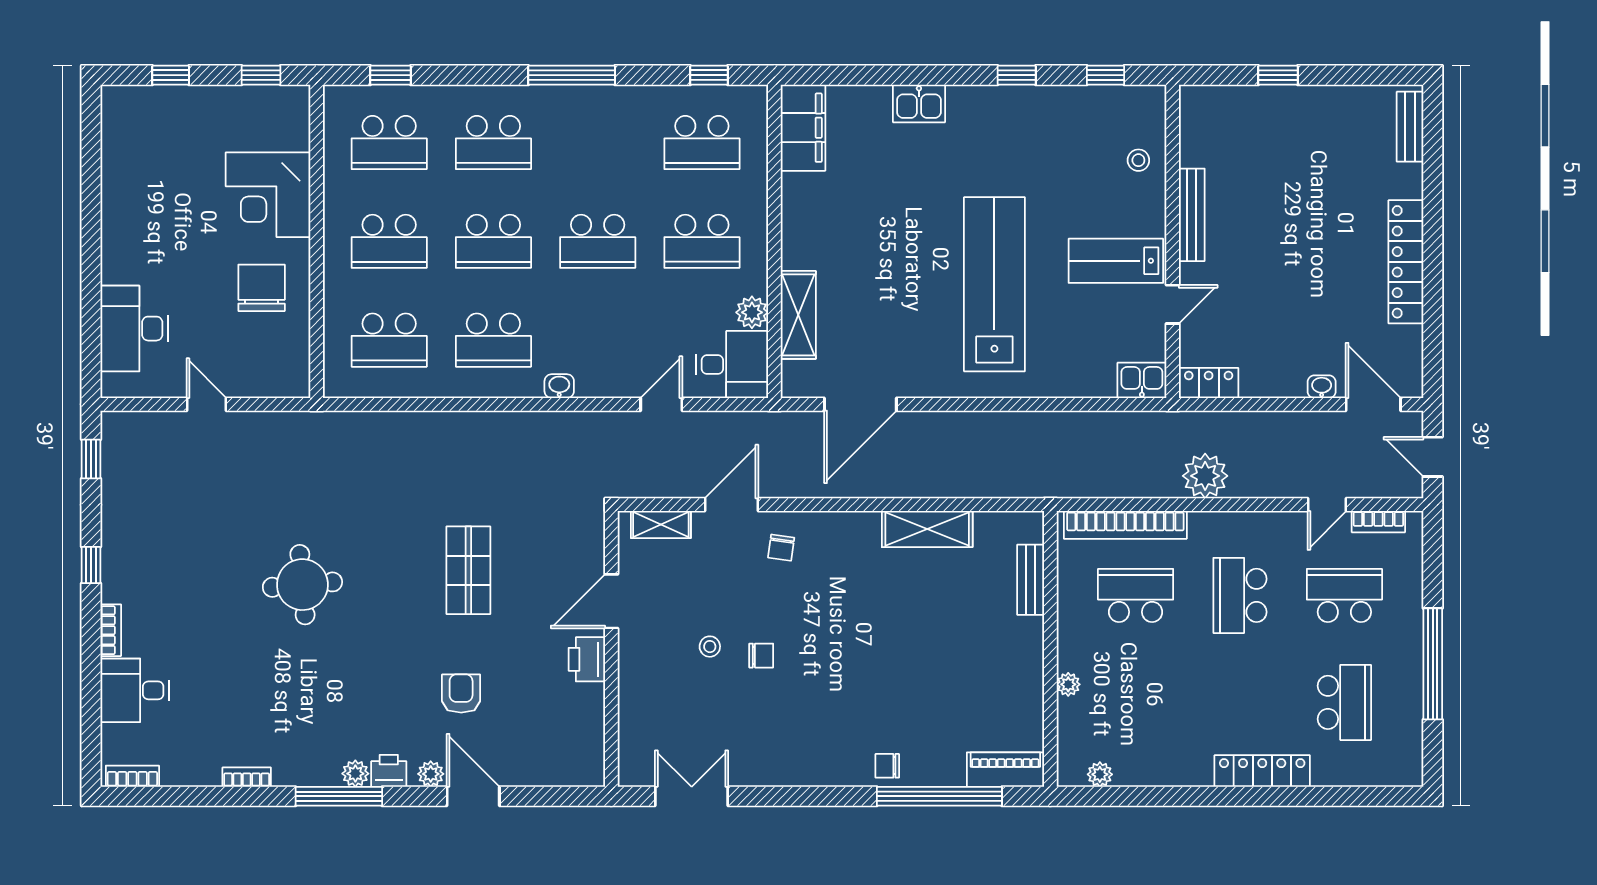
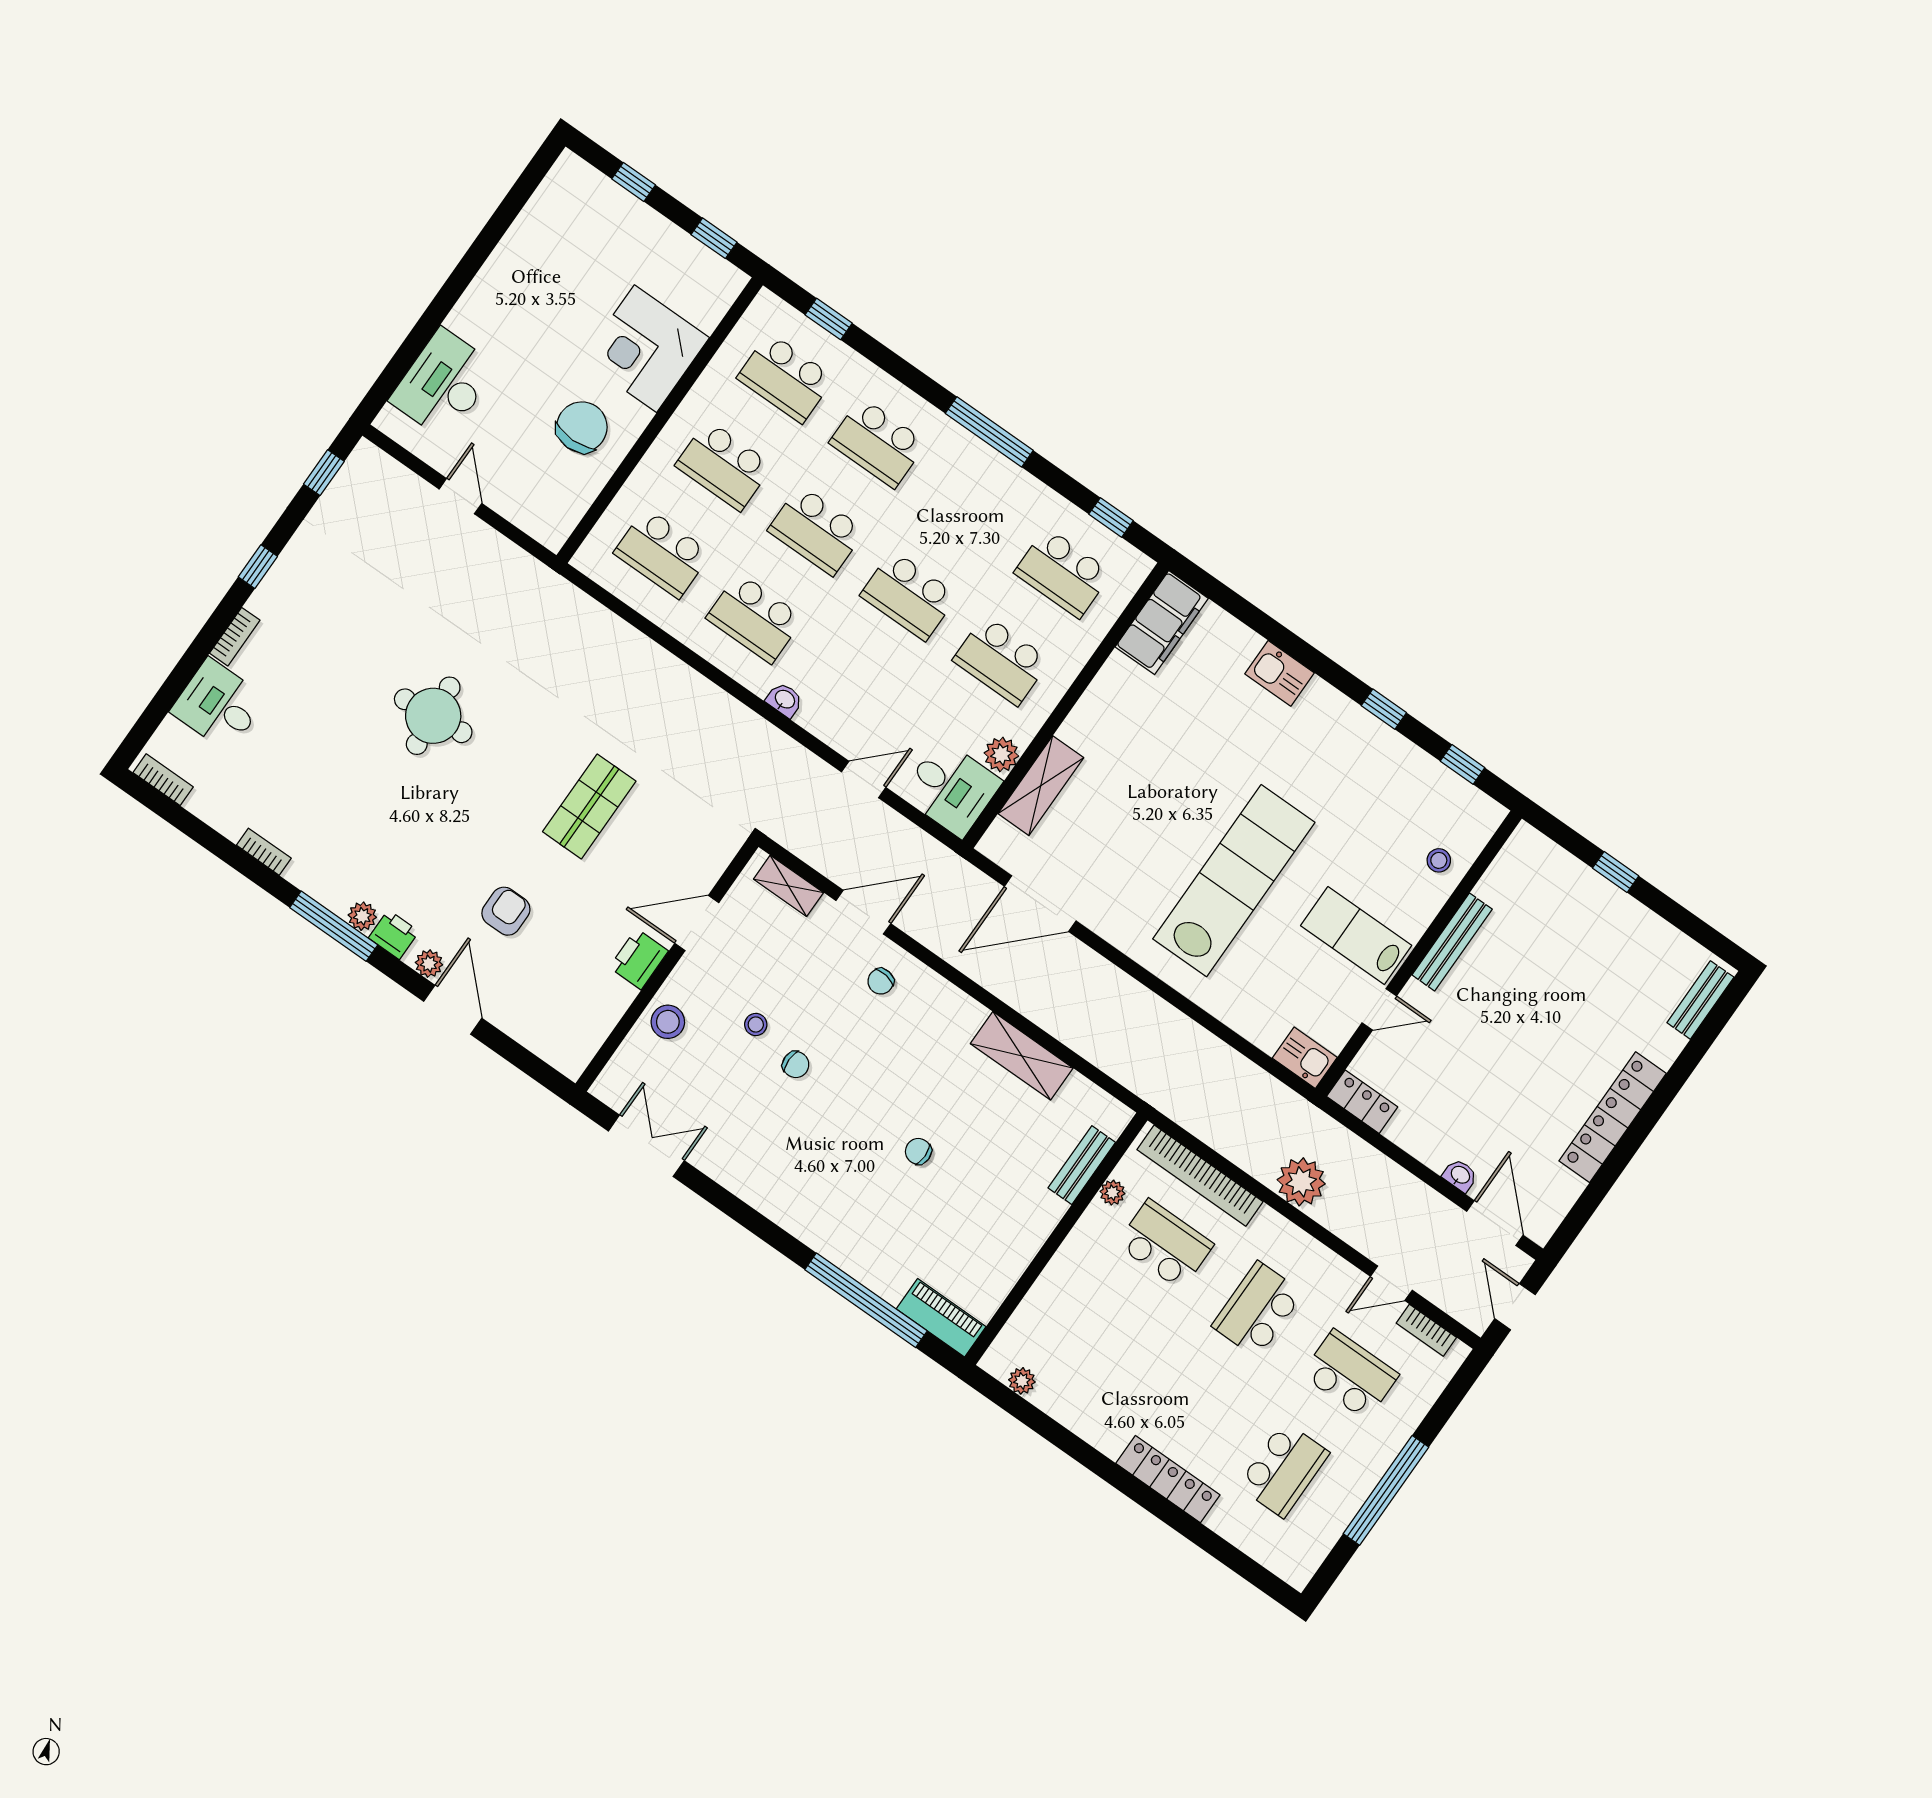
plant: (1068, 684) -> (1112, 1193), moved
stool: (642, 691) -> (668, 1022), added
chair: (887, 766) -> (918, 1151), moved

